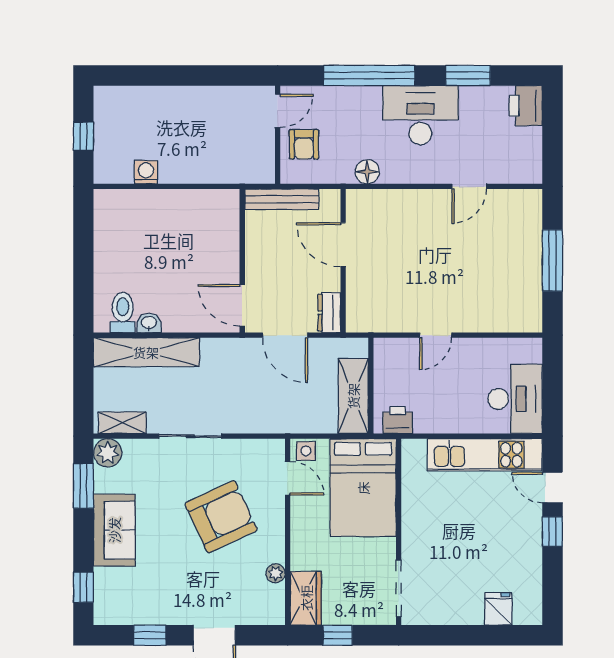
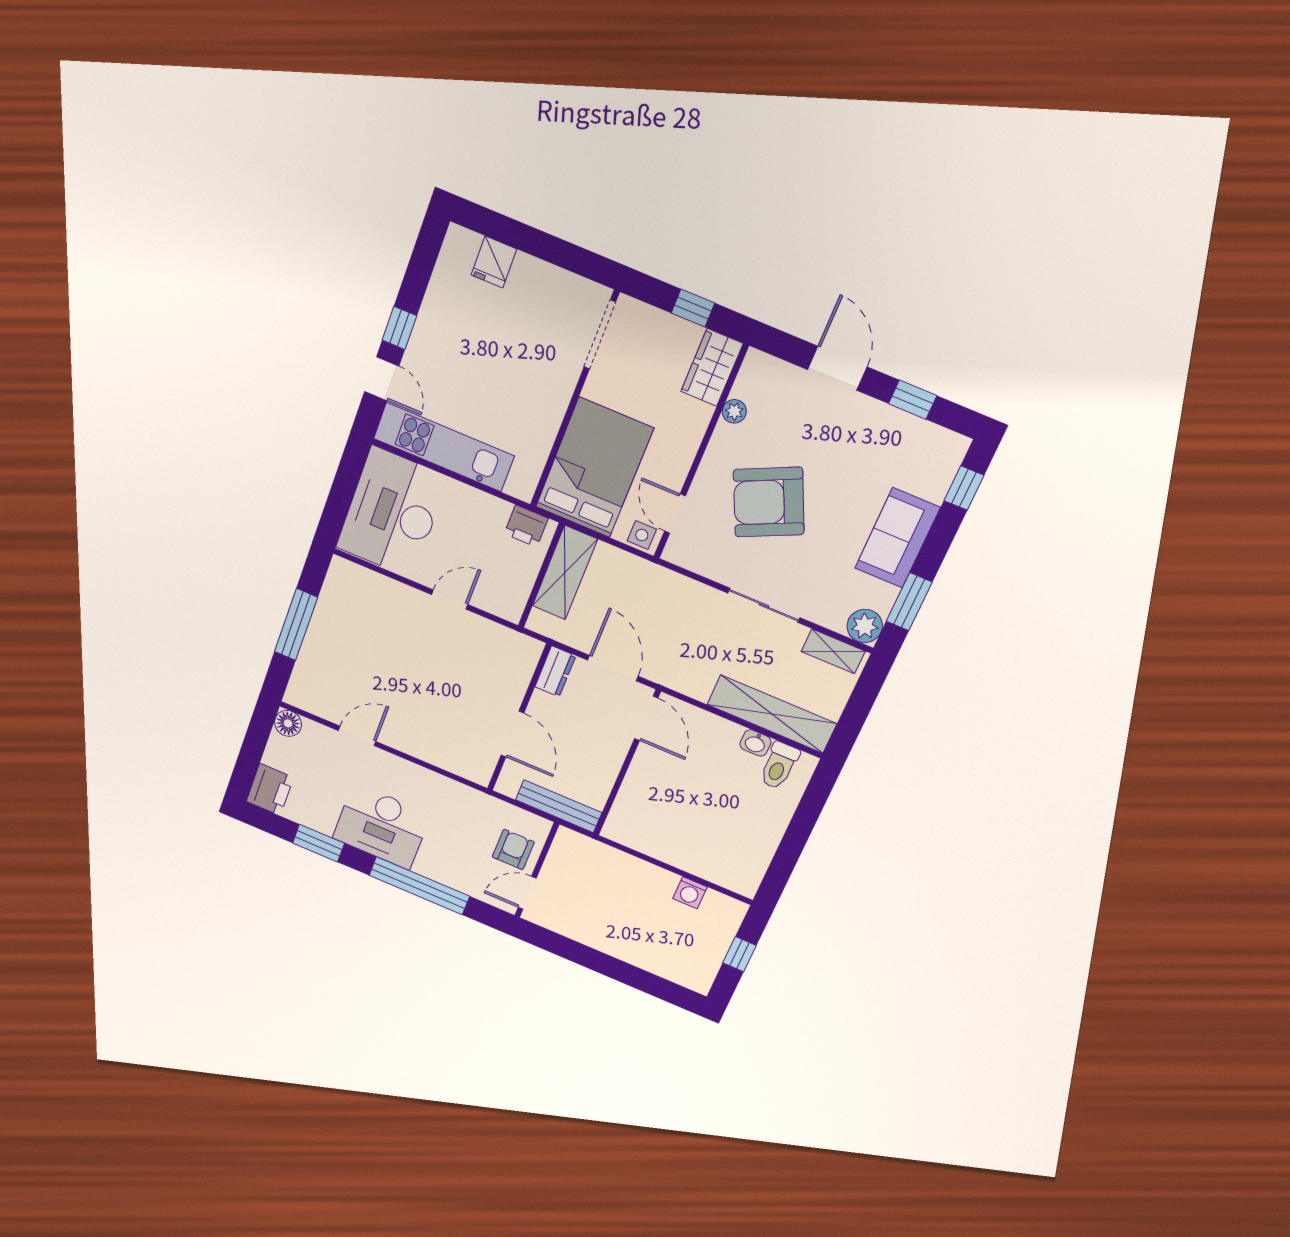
floor lamp: (367, 172) -> (288, 723), moved
desk: (515, 399) -> (392, 512), width x1.36, depth x1.30

